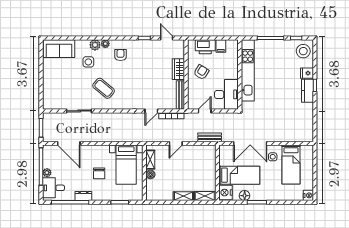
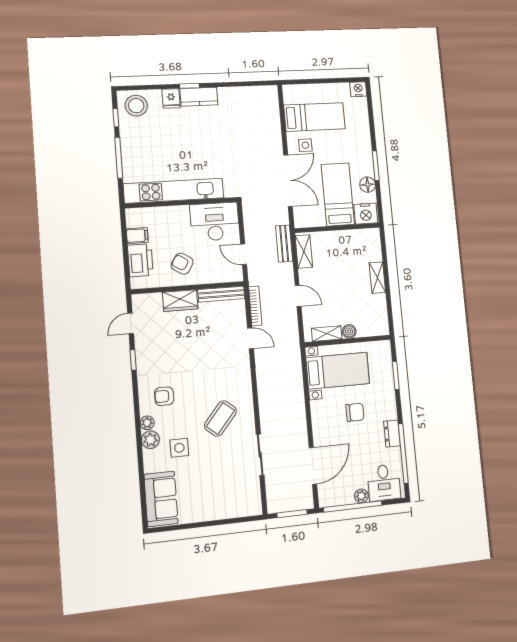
shelving: (205, 196) -> (304, 251), moved

